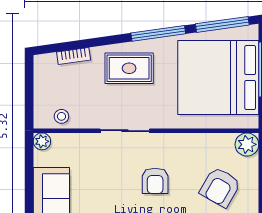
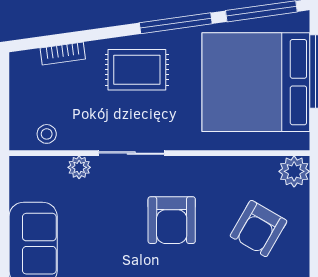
plant: (42, 141) -> (79, 167), moved
armchair: (155, 181) -> (172, 220), width x1.38, depth x1.38

